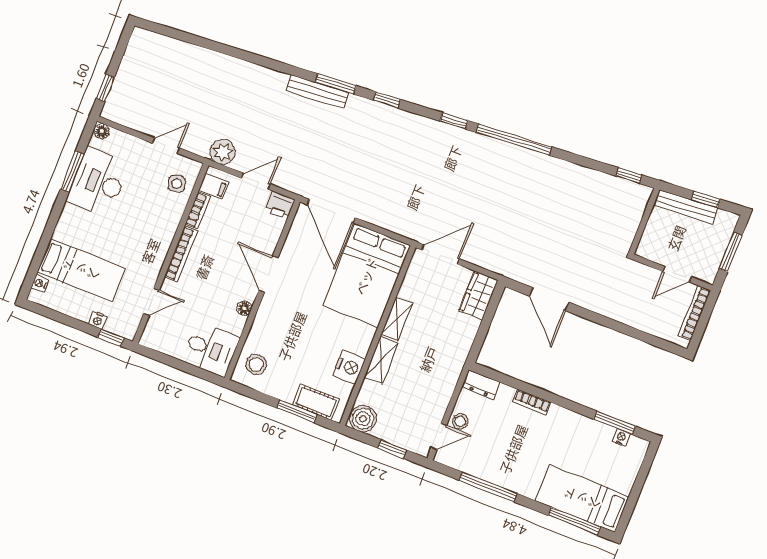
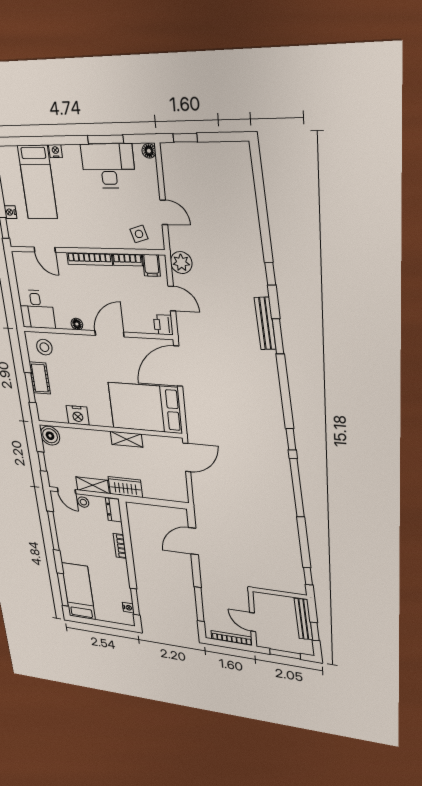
window: (387, 100) -> (270, 274), moved
door: (441, 254) -> (187, 457), hinge flipped
nightstand: (40, 283) -> (55, 151), moved
wardrobe: (479, 296) -> (125, 487), moved
window: (637, 334) -> (199, 604), added
shelving: (381, 360) -> (93, 485), moved
cot: (316, 402) -> (40, 378), moved

